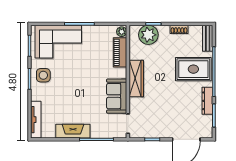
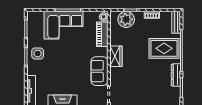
corner sofa: (58, 42) -> (63, 25), moved
wardrobe: (136, 78) -> (116, 56), width x0.67

